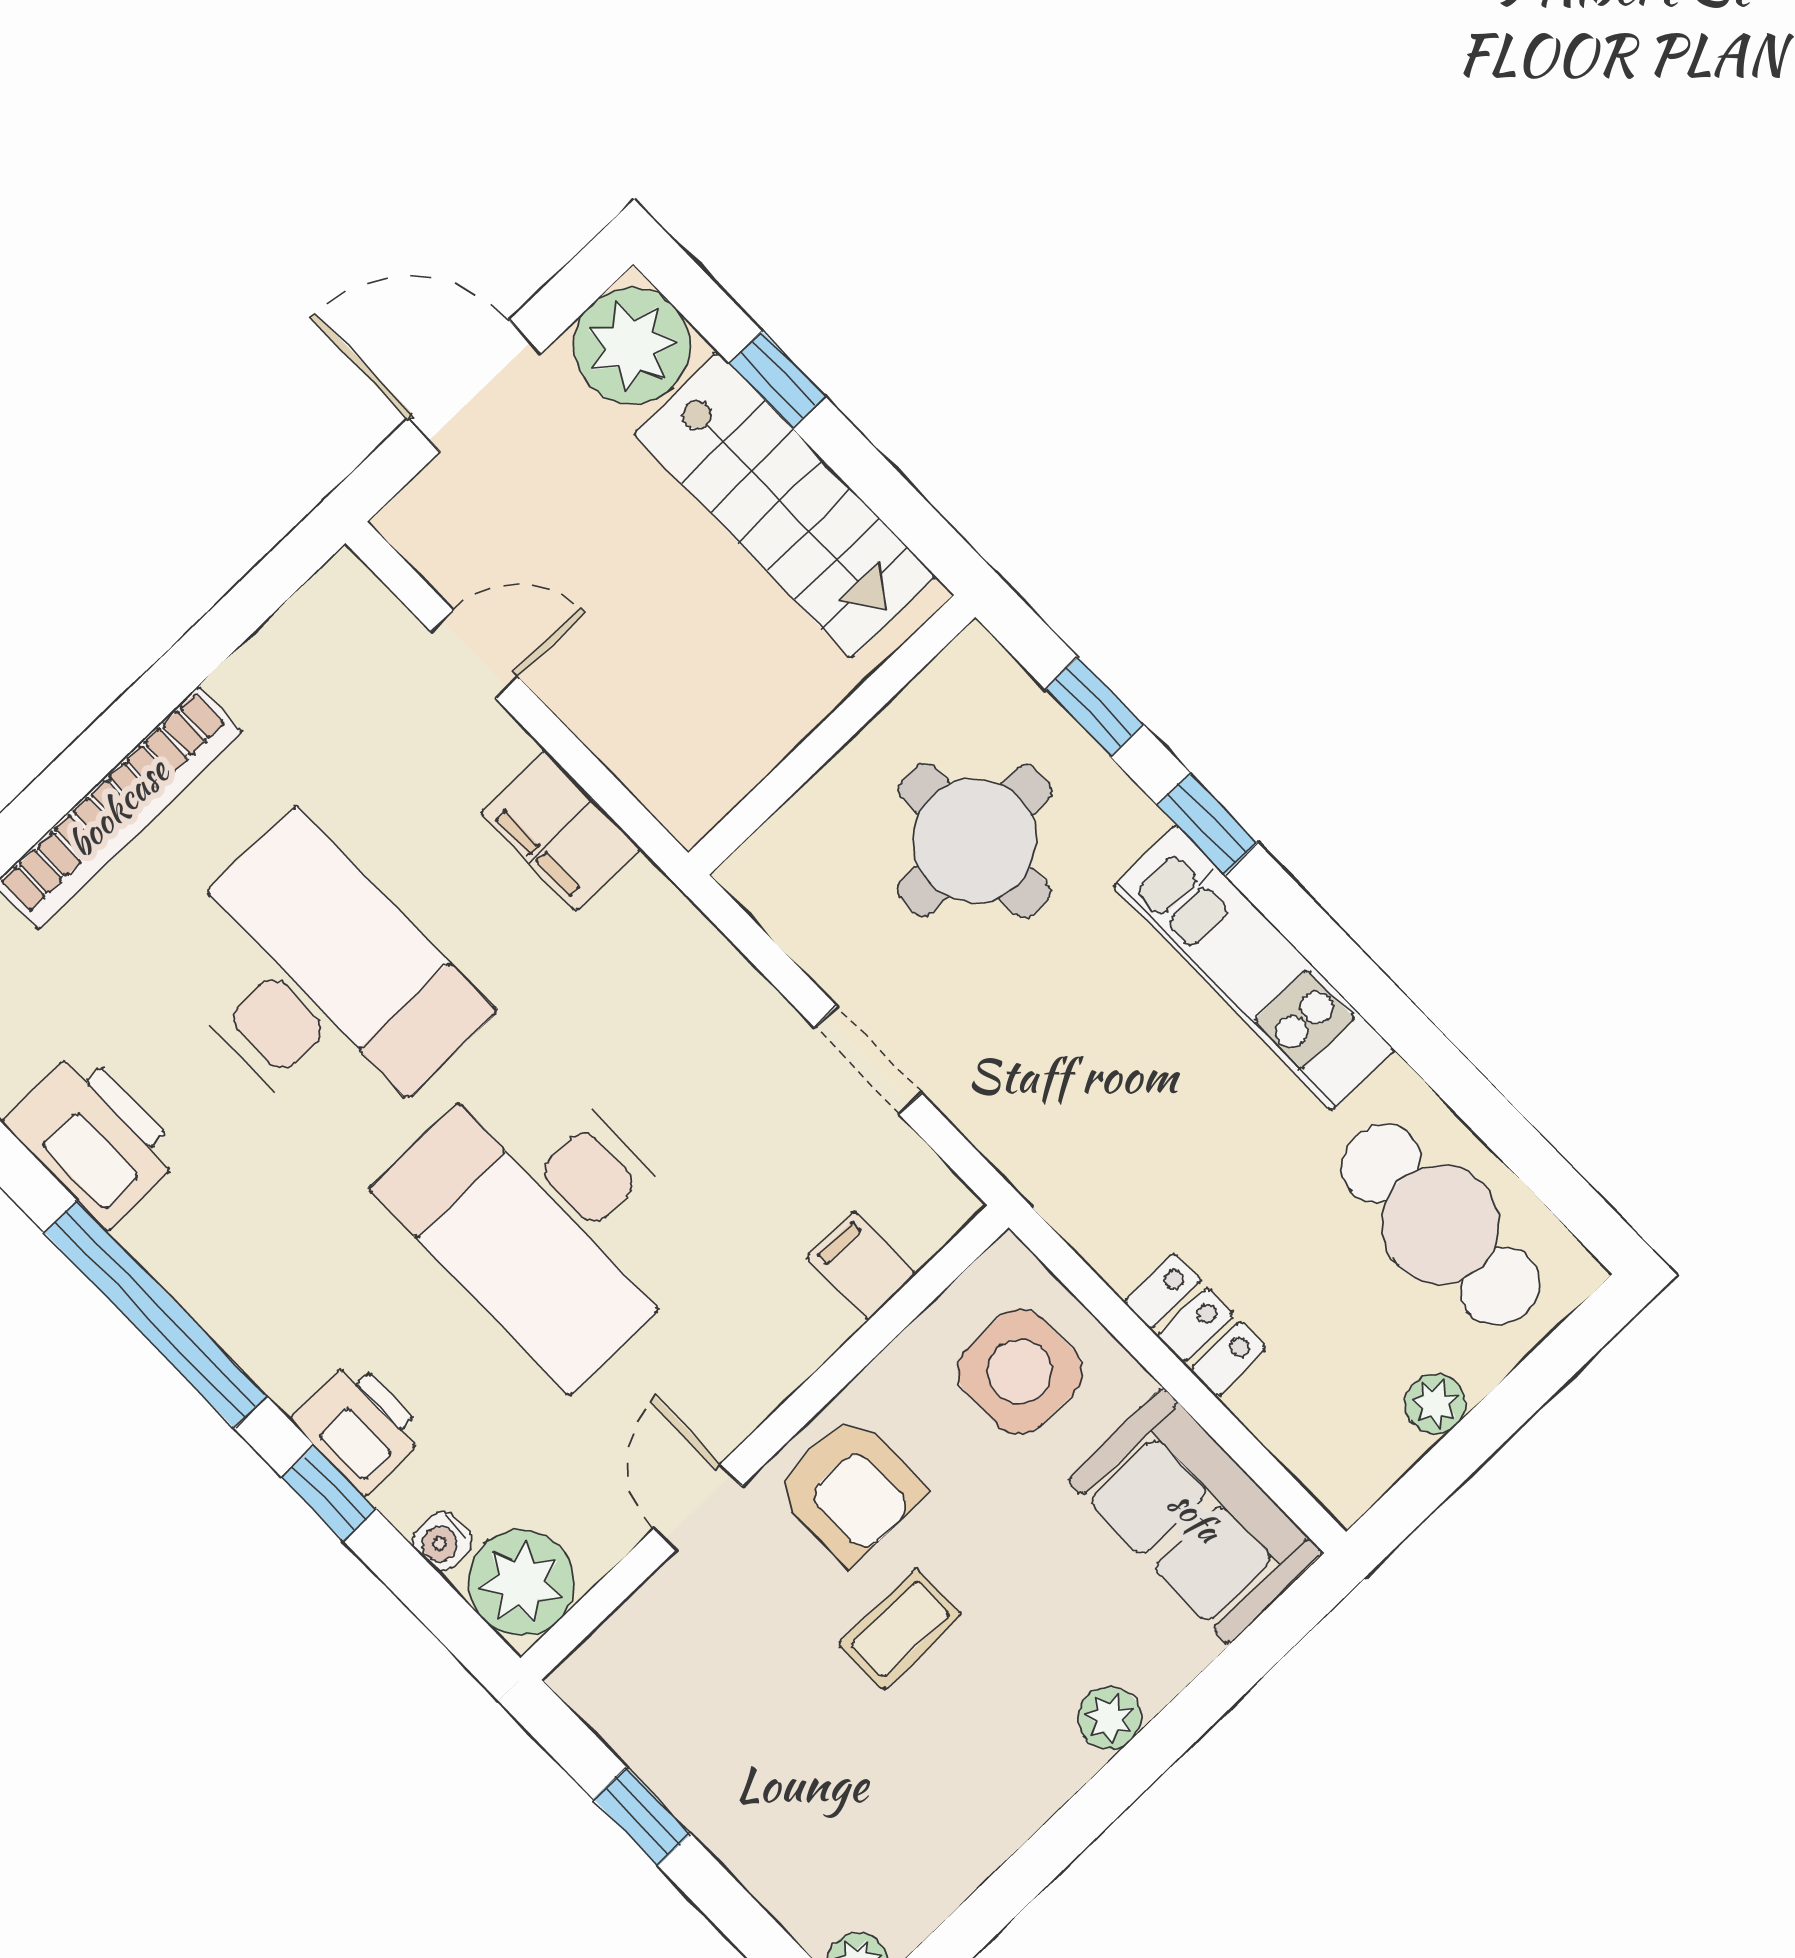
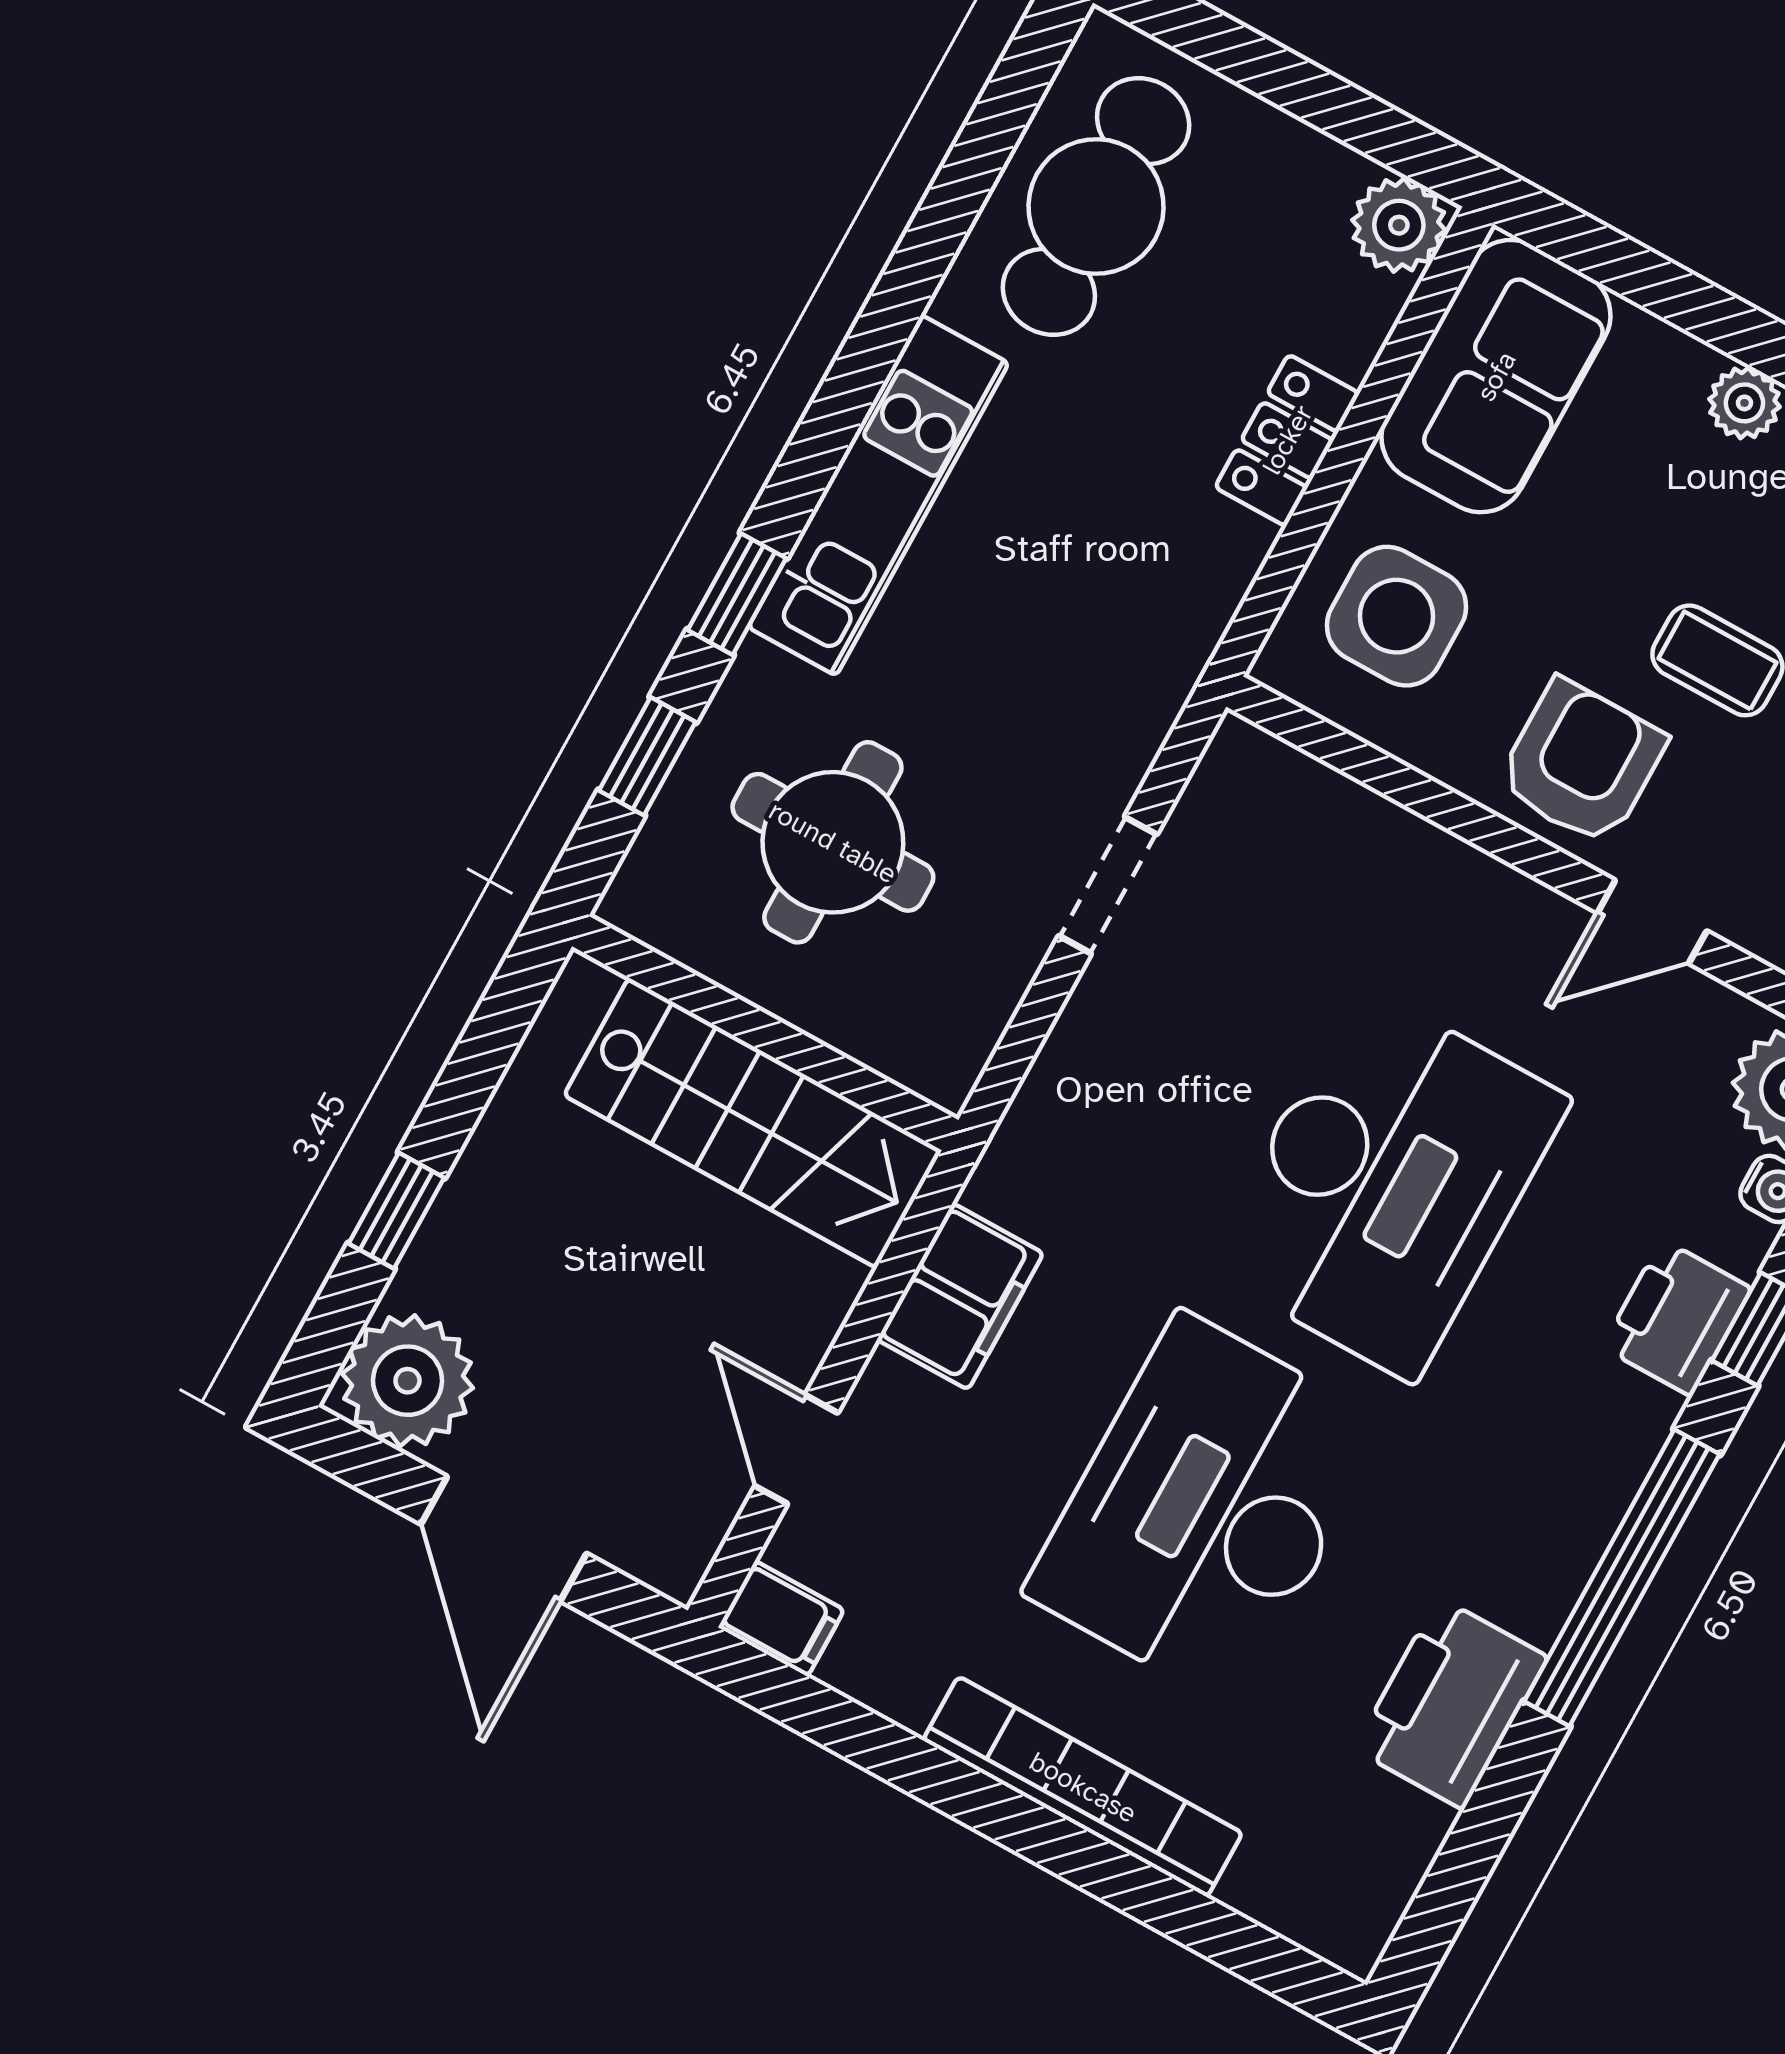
stairs: (785, 505) -> (753, 1123), moved, turned 90
filing cabinet: (861, 1265) -> (781, 1619), moved, turned -90
plant: (1435, 1404) -> (1399, 225), moved, width x1.38, depth x1.38

